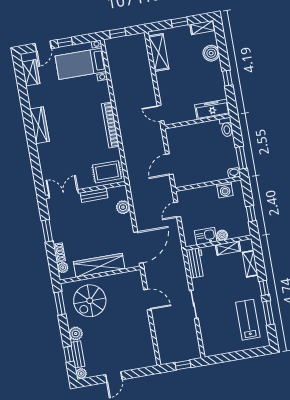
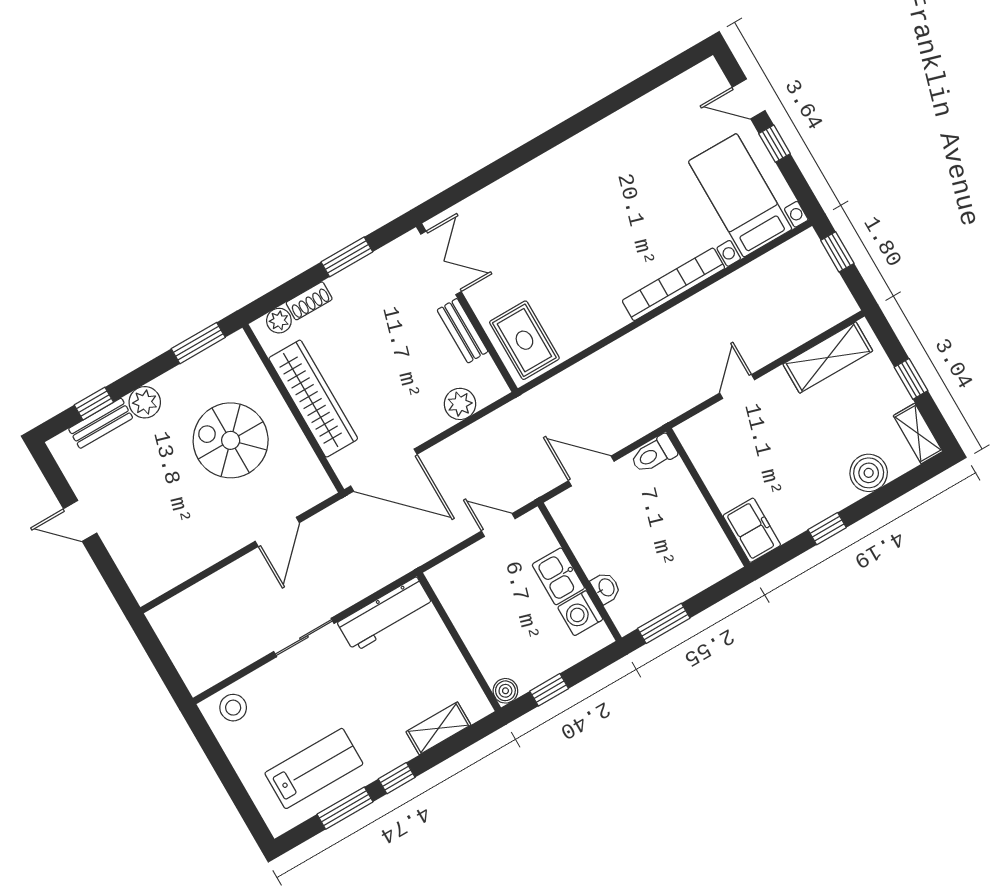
wardrobe: (31, 73) -> (680, 93), removed
freezer: (212, 109) -> (752, 530), width x0.71
door: (160, 113) -> (737, 386), moved
wardrobe: (40, 125) -> (572, 155), removed
bookcase: (110, 125) -> (673, 284), moved
toilet: (226, 127) -> (654, 454), moved
washbasin: (234, 173) -> (606, 588), moved
boiler: (222, 235) -> (505, 691), moved
kitchen sink: (206, 236) -> (558, 576), moved, turned 180
shelving: (228, 248) -> (455, 667), removed
workbench: (196, 263) -> (385, 614), width x1.38
spiral stairs: (90, 301) -> (231, 440), moved
stool: (211, 343) -> (233, 708), added
window: (183, 365) -> (162, 663), removed
plant: (81, 373) -> (62, 446), removed

